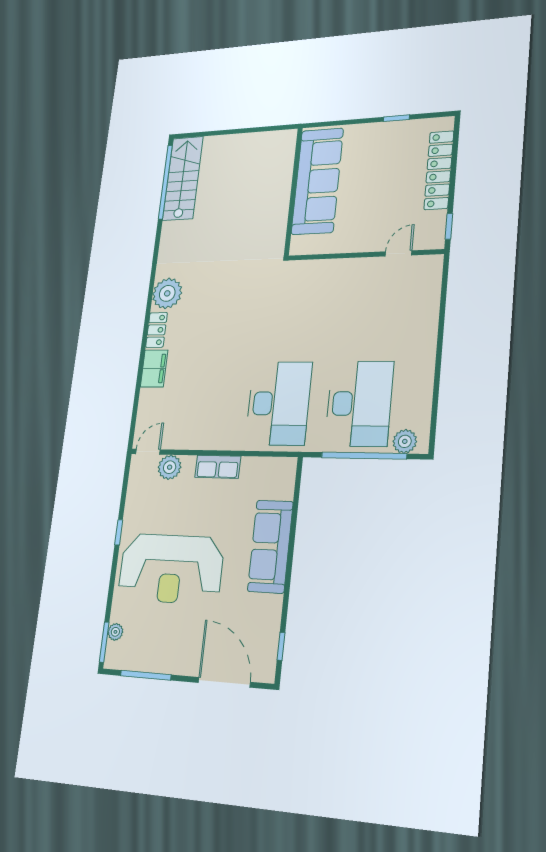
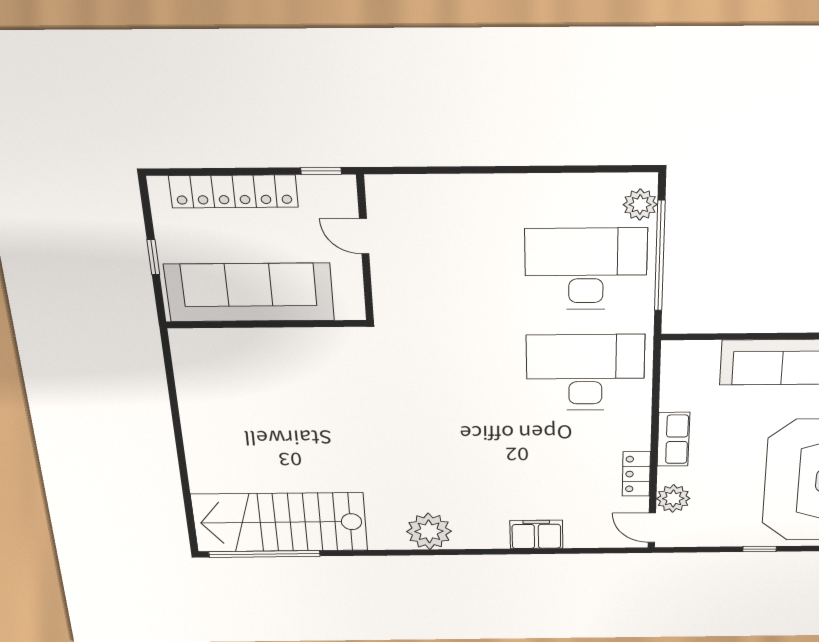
stairs: (183, 178) -> (280, 522), width x1.36, depth x1.51
sofa: (317, 181) -> (250, 292), moved
wall: (293, 191) -> (267, 324), moved
locker: (156, 330) -> (636, 474), moved, turned -90

